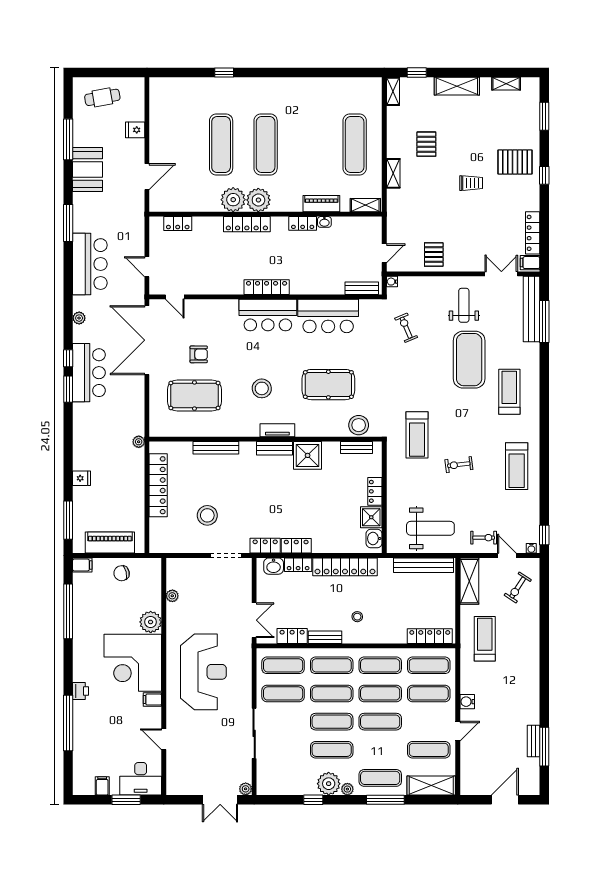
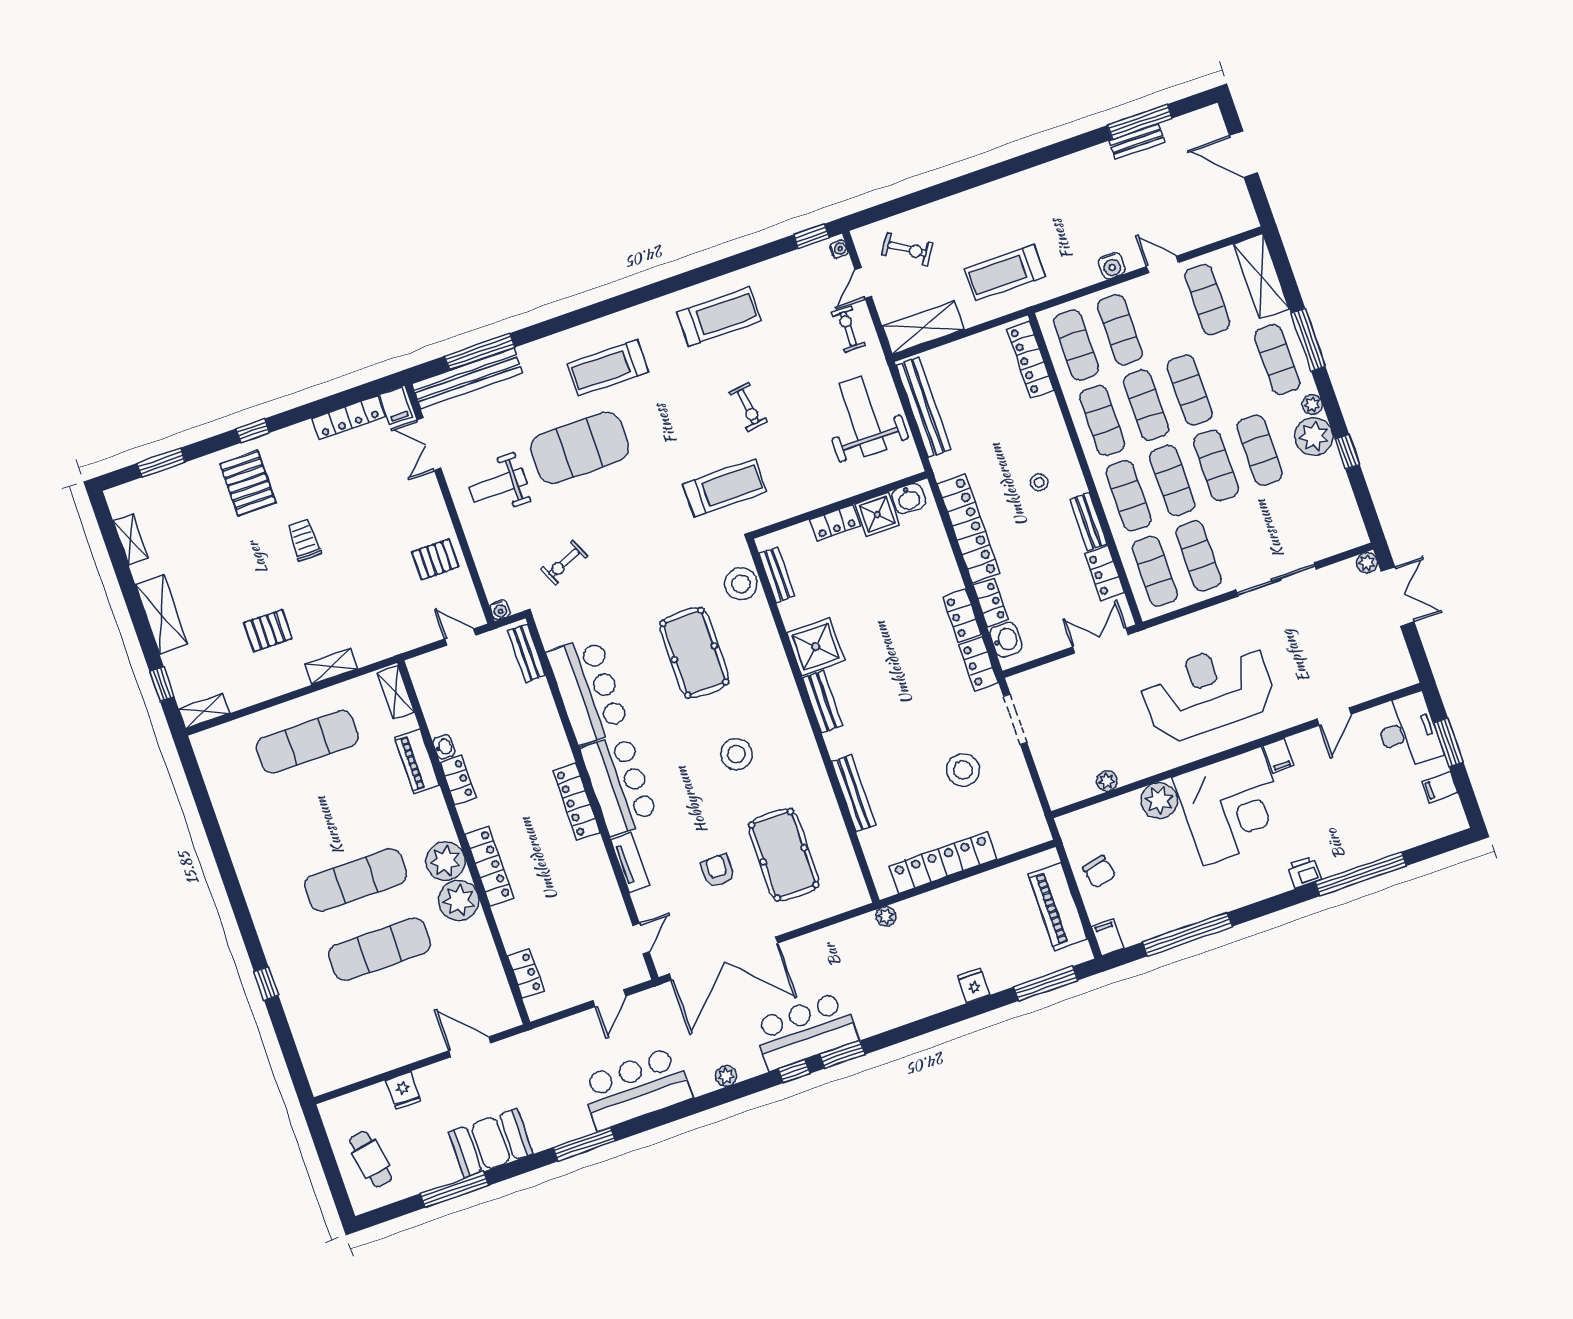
tv unit: (277, 430) -> (630, 863), moved, turned 180

